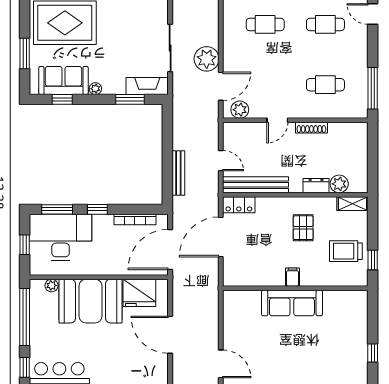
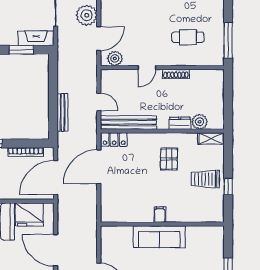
filing cabinet: (292, 277) -> (160, 215), moved
wall: (295, 288) -> (162, 224), moved
sofa: (292, 303) -> (159, 237), moved

